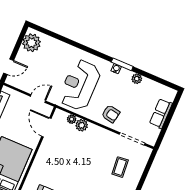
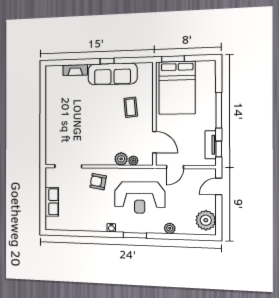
window: (122, 64) -> (135, 235), moved
plant: (137, 79) -> (170, 228), moved
reception desk: (80, 85) -> (140, 198), turned 90
coffee table: (120, 167) -> (131, 107), moved

